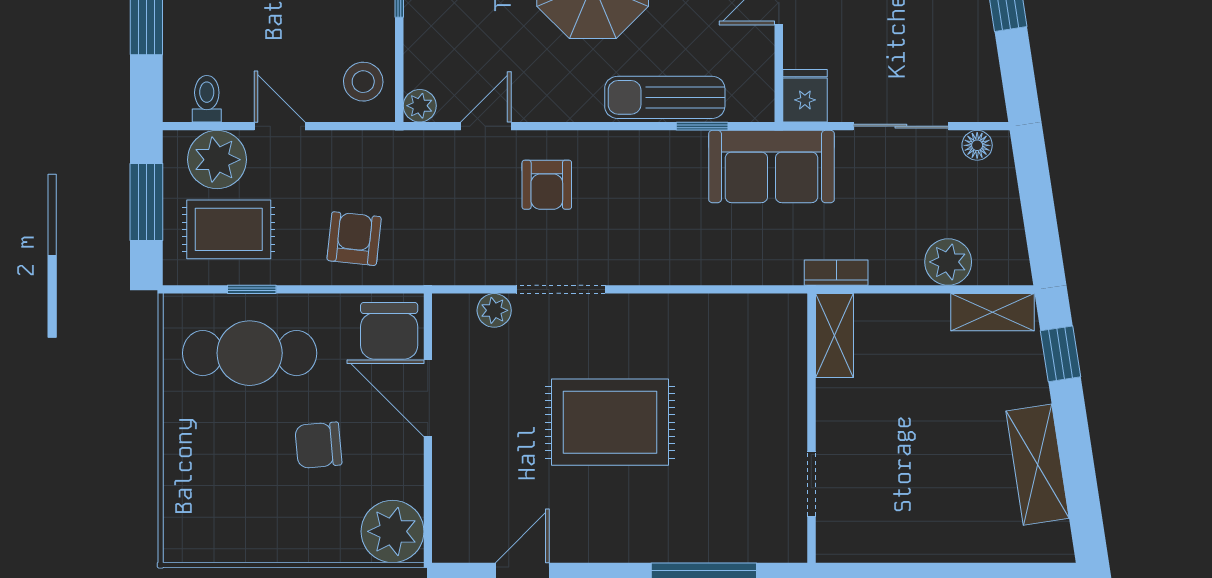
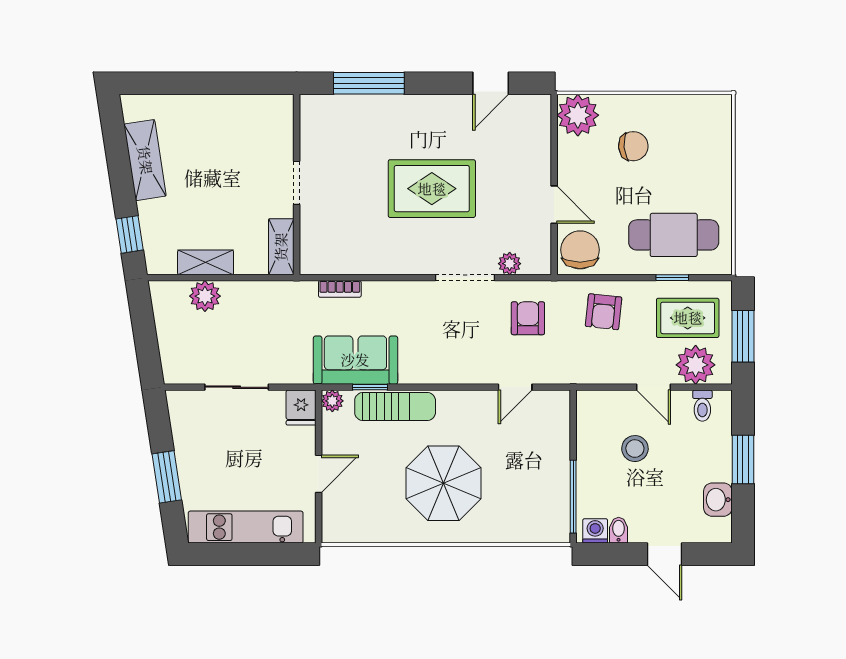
stool: (363, 82) -> (635, 449), moved
plant: (420, 106) -> (332, 401), moved
floor lamp: (977, 145) -> (186, 374), removed
sofa: (771, 167) -> (355, 360), moved
armchair: (547, 185) -> (528, 318), moved
bookcase: (836, 273) -> (340, 289), moved
shelving: (993, 312) -> (206, 262), moved
door: (428, 398) -> (554, 205), width x0.73
chair: (318, 445) -> (633, 146), moved
doorway: (811, 484) -> (297, 183), moved

